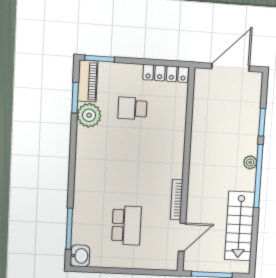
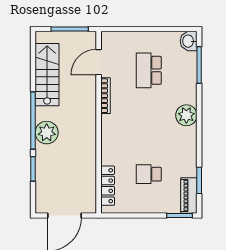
locker: (166, 73) -> (108, 186), moved, turned 90
school desk: (132, 108) -> (149, 174), turned 180
plant: (89, 115) -> (186, 115), moved
plant: (250, 162) -> (47, 133), width x1.88, depth x1.88

